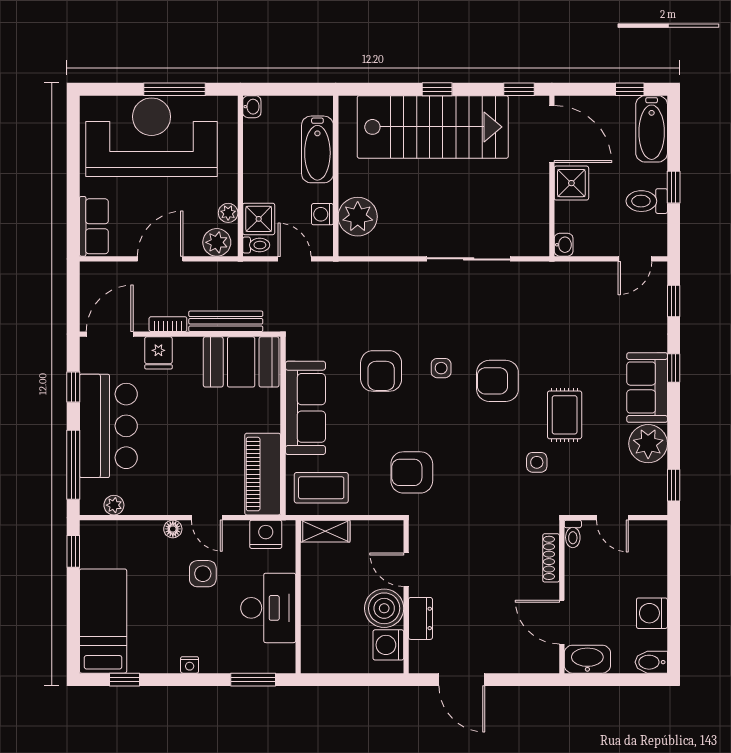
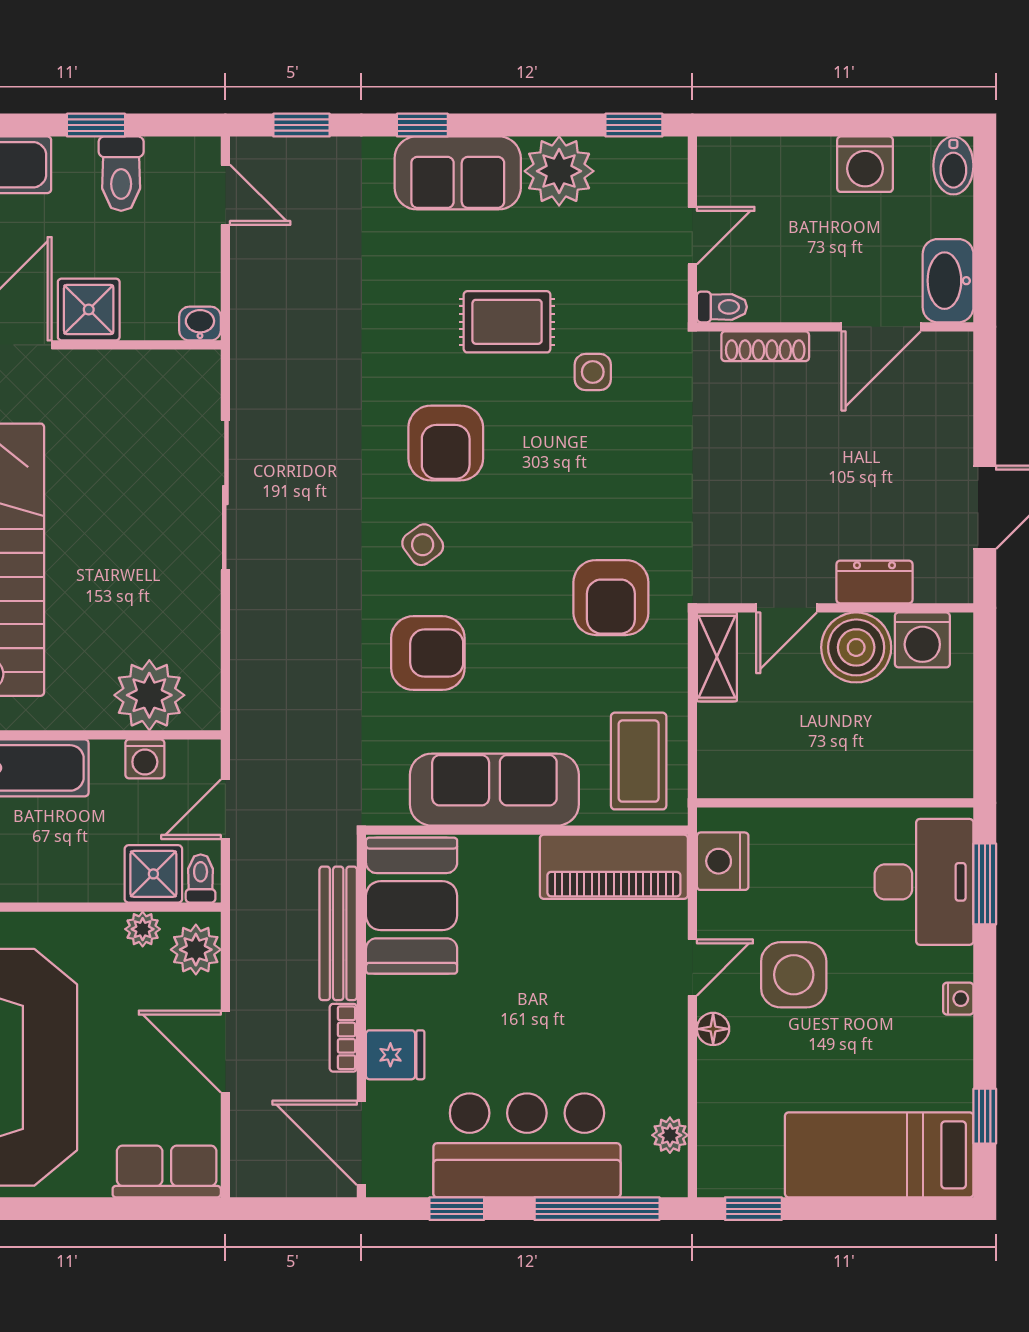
side table: (441, 368) -> (423, 545), turned -36
shelving: (325, 531) -> (717, 657), moved
side table: (203, 574) -> (794, 975), width x1.37, depth x1.37
desk: (268, 608) -> (924, 882), moved, turned 90

